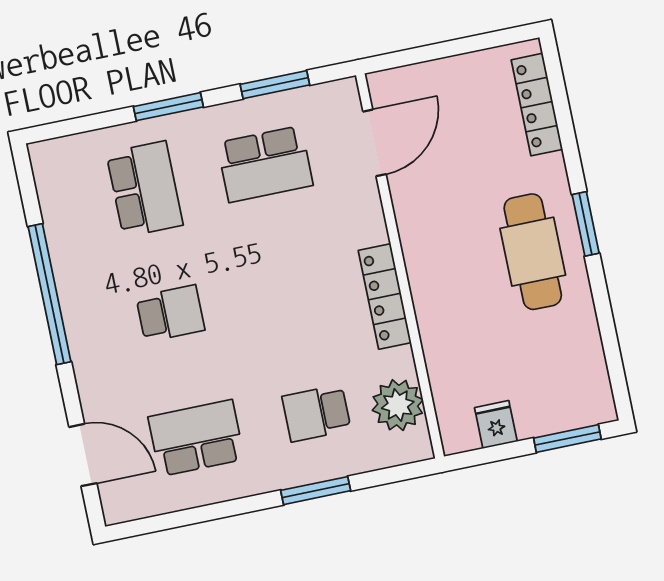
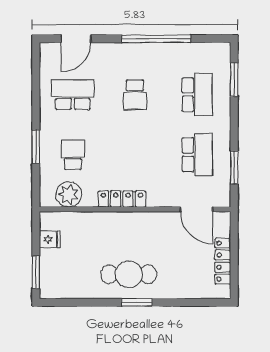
locker: (537, 105) -> (223, 261), moved, turned -90
window: (168, 107) -> (234, 80), moved
school desk: (265, 164) -> (197, 155), turned 180
school desk: (145, 189) -> (197, 95), turned -90
school desk: (196, 438) -> (73, 95), turned -90

